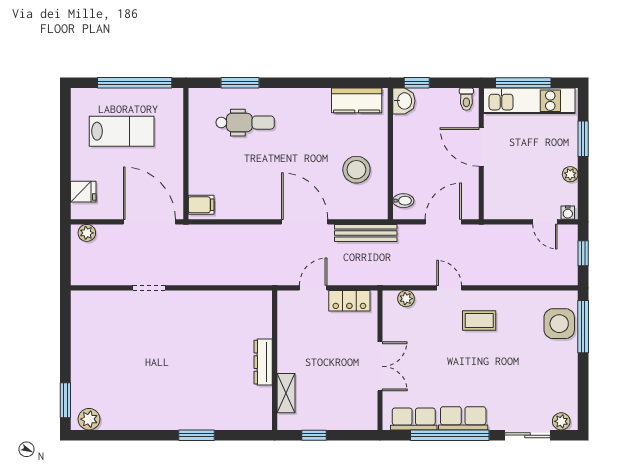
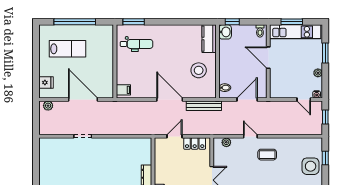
window: (523, 83) -> (292, 22), width x0.69
kitchen counter: (357, 100) -> (209, 39), moved, turned 90
wall: (186, 154) -> (115, 61), moved
filing cabinet: (201, 205) -> (123, 90), moved
side table: (559, 324) -> (311, 166), moved
window: (583, 327) -> (325, 158), width x0.46

